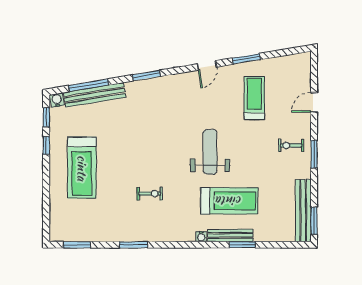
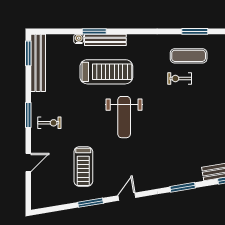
treadmill: (229, 201) -> (106, 72), turned 180
exercise mat: (140, 218) -> (189, 56), added
water cooler: (201, 237) -> (79, 39), moved

